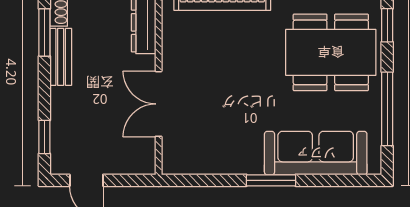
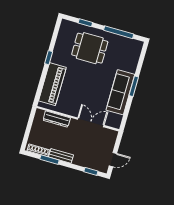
dining table: (331, 52) -> (90, 48), width x0.73
double door: (159, 104) -> (91, 122), swing flipped
sofa: (316, 153) -> (120, 92), moved

